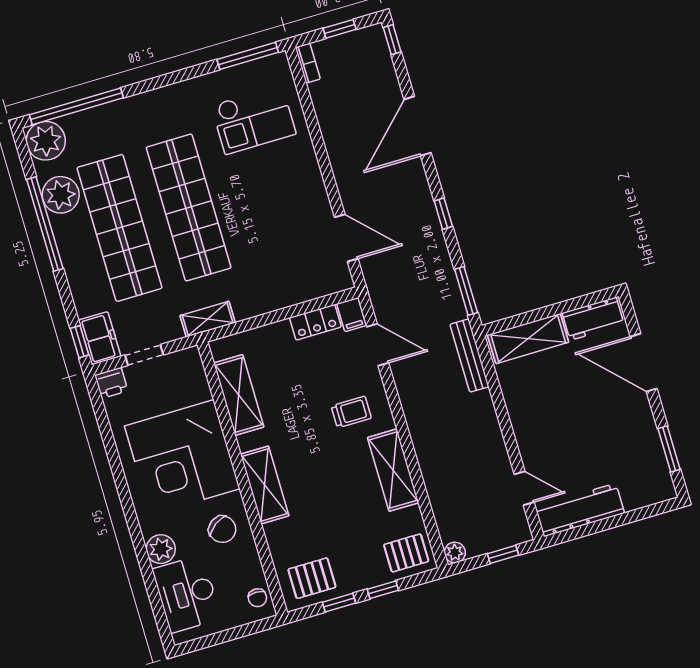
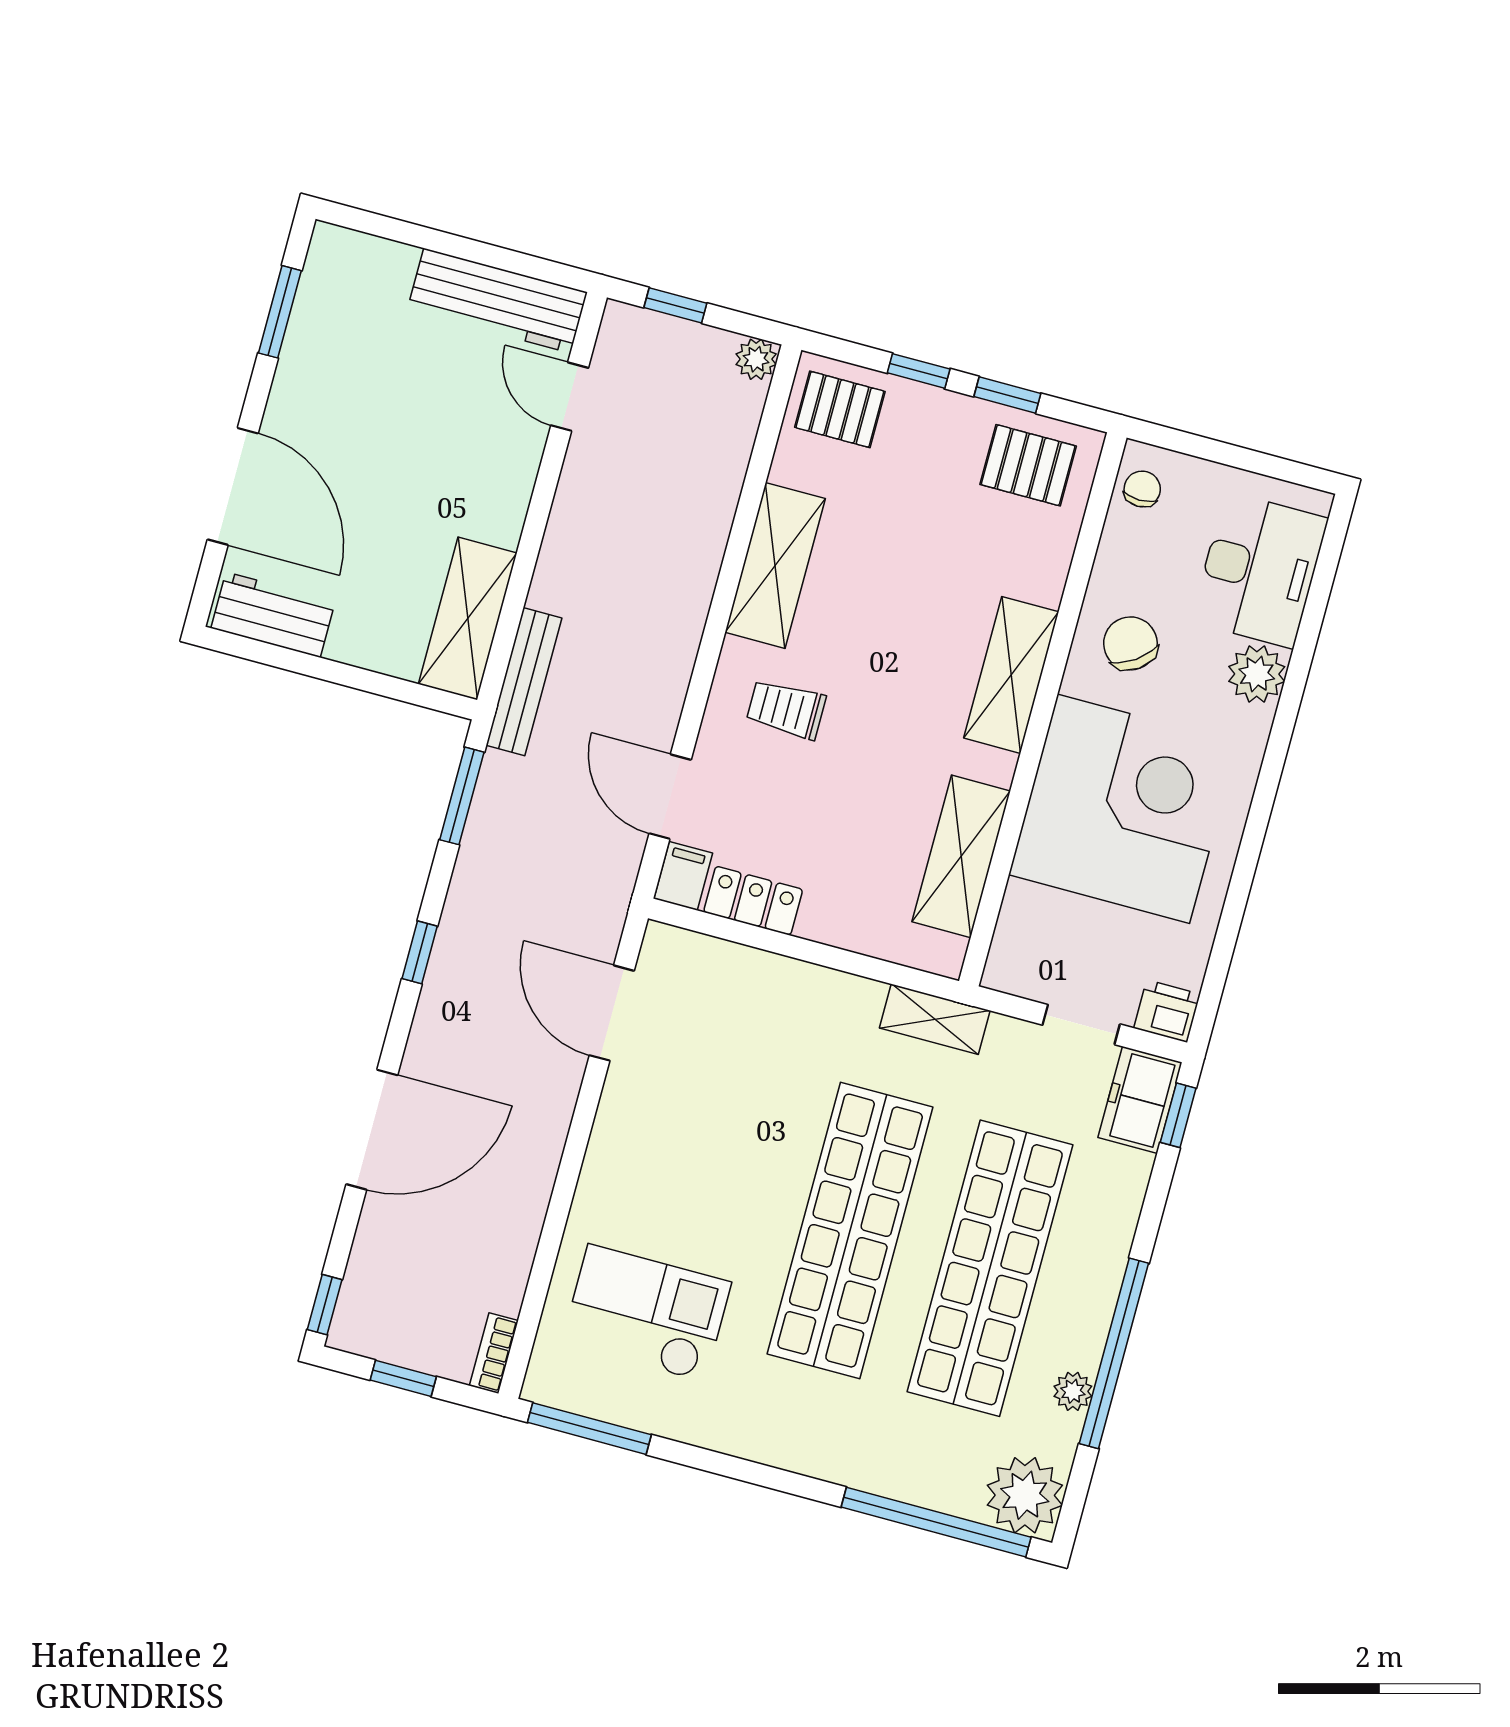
plant: (61, 195) -> (1073, 1391), width x0.53, depth x0.53
shelving: (528, 339) -> (468, 619), moved, turned 90

